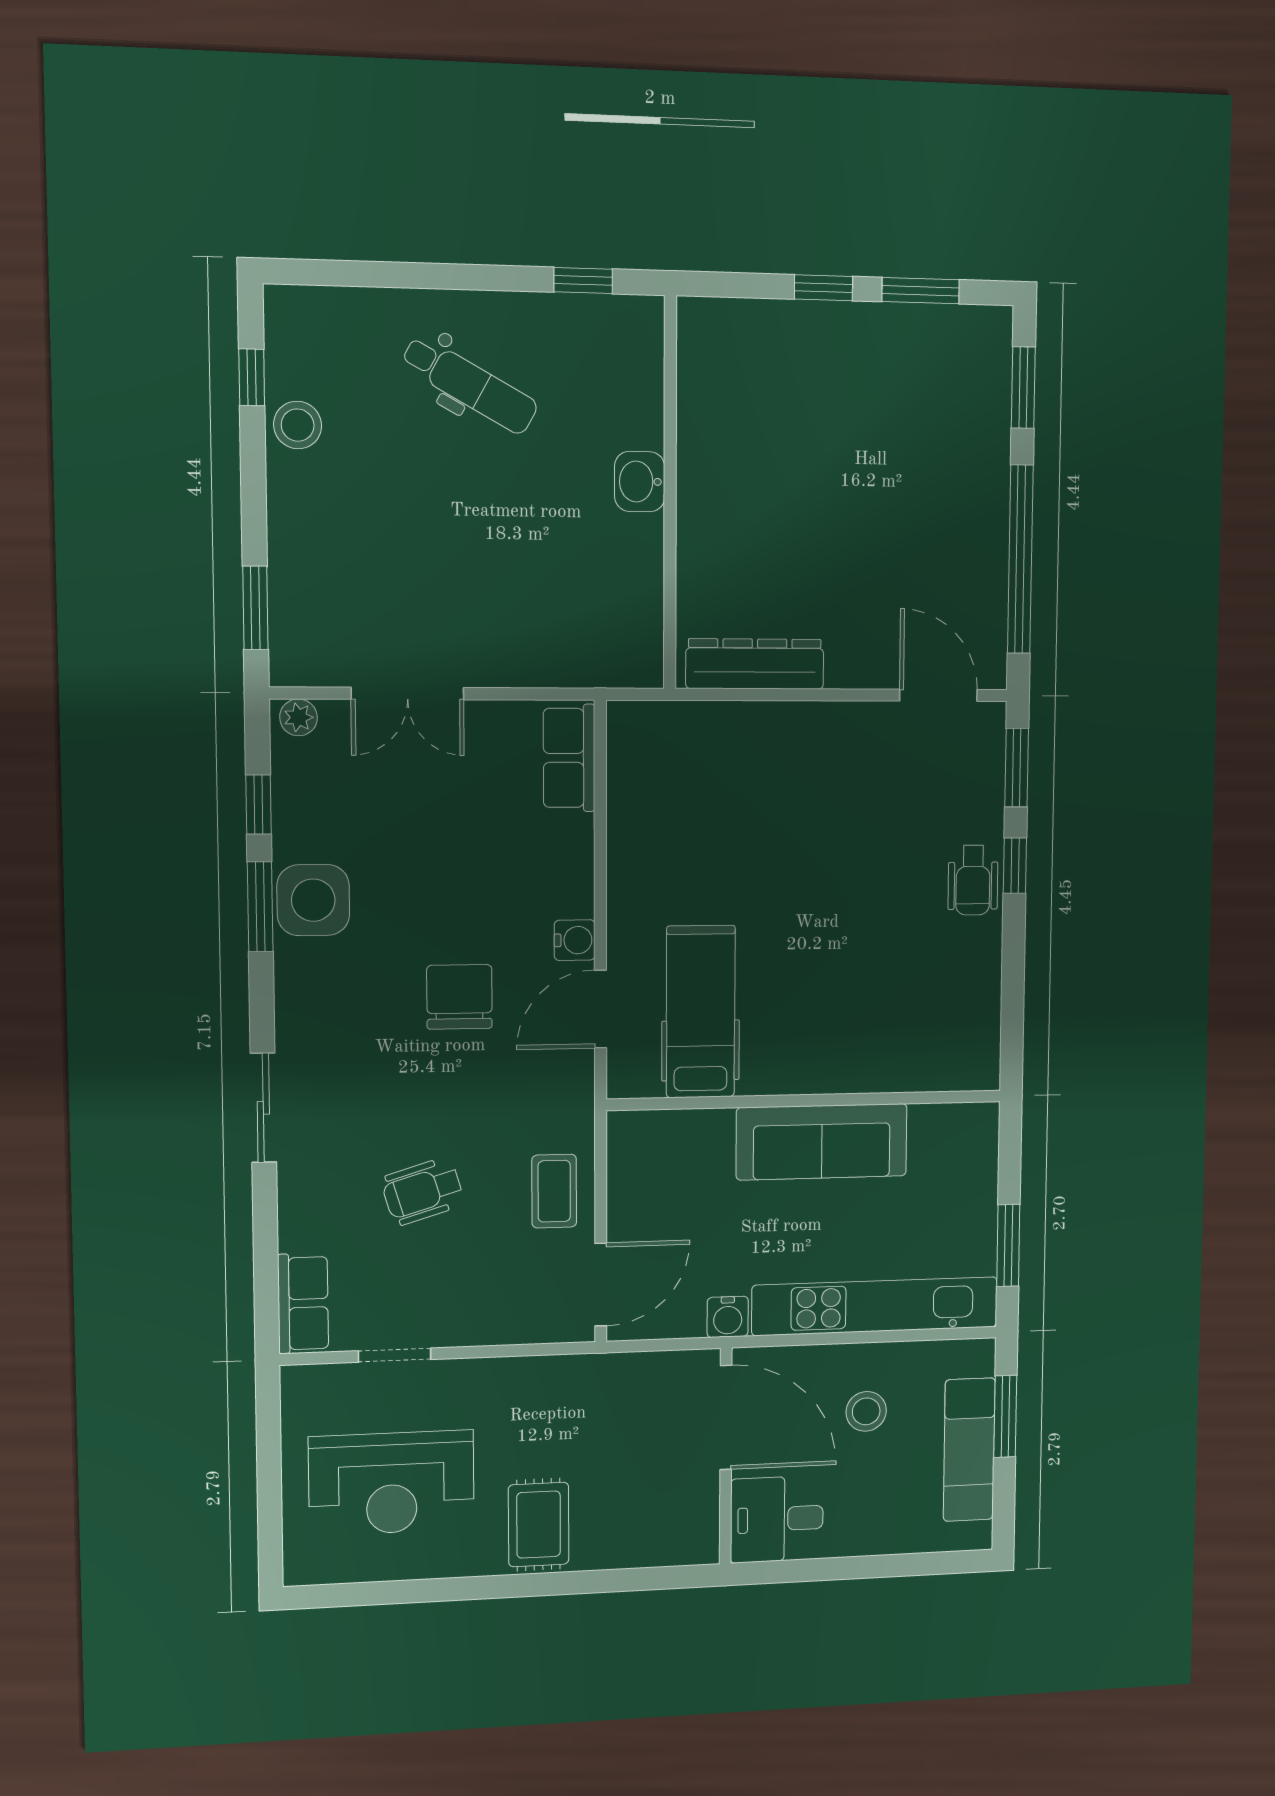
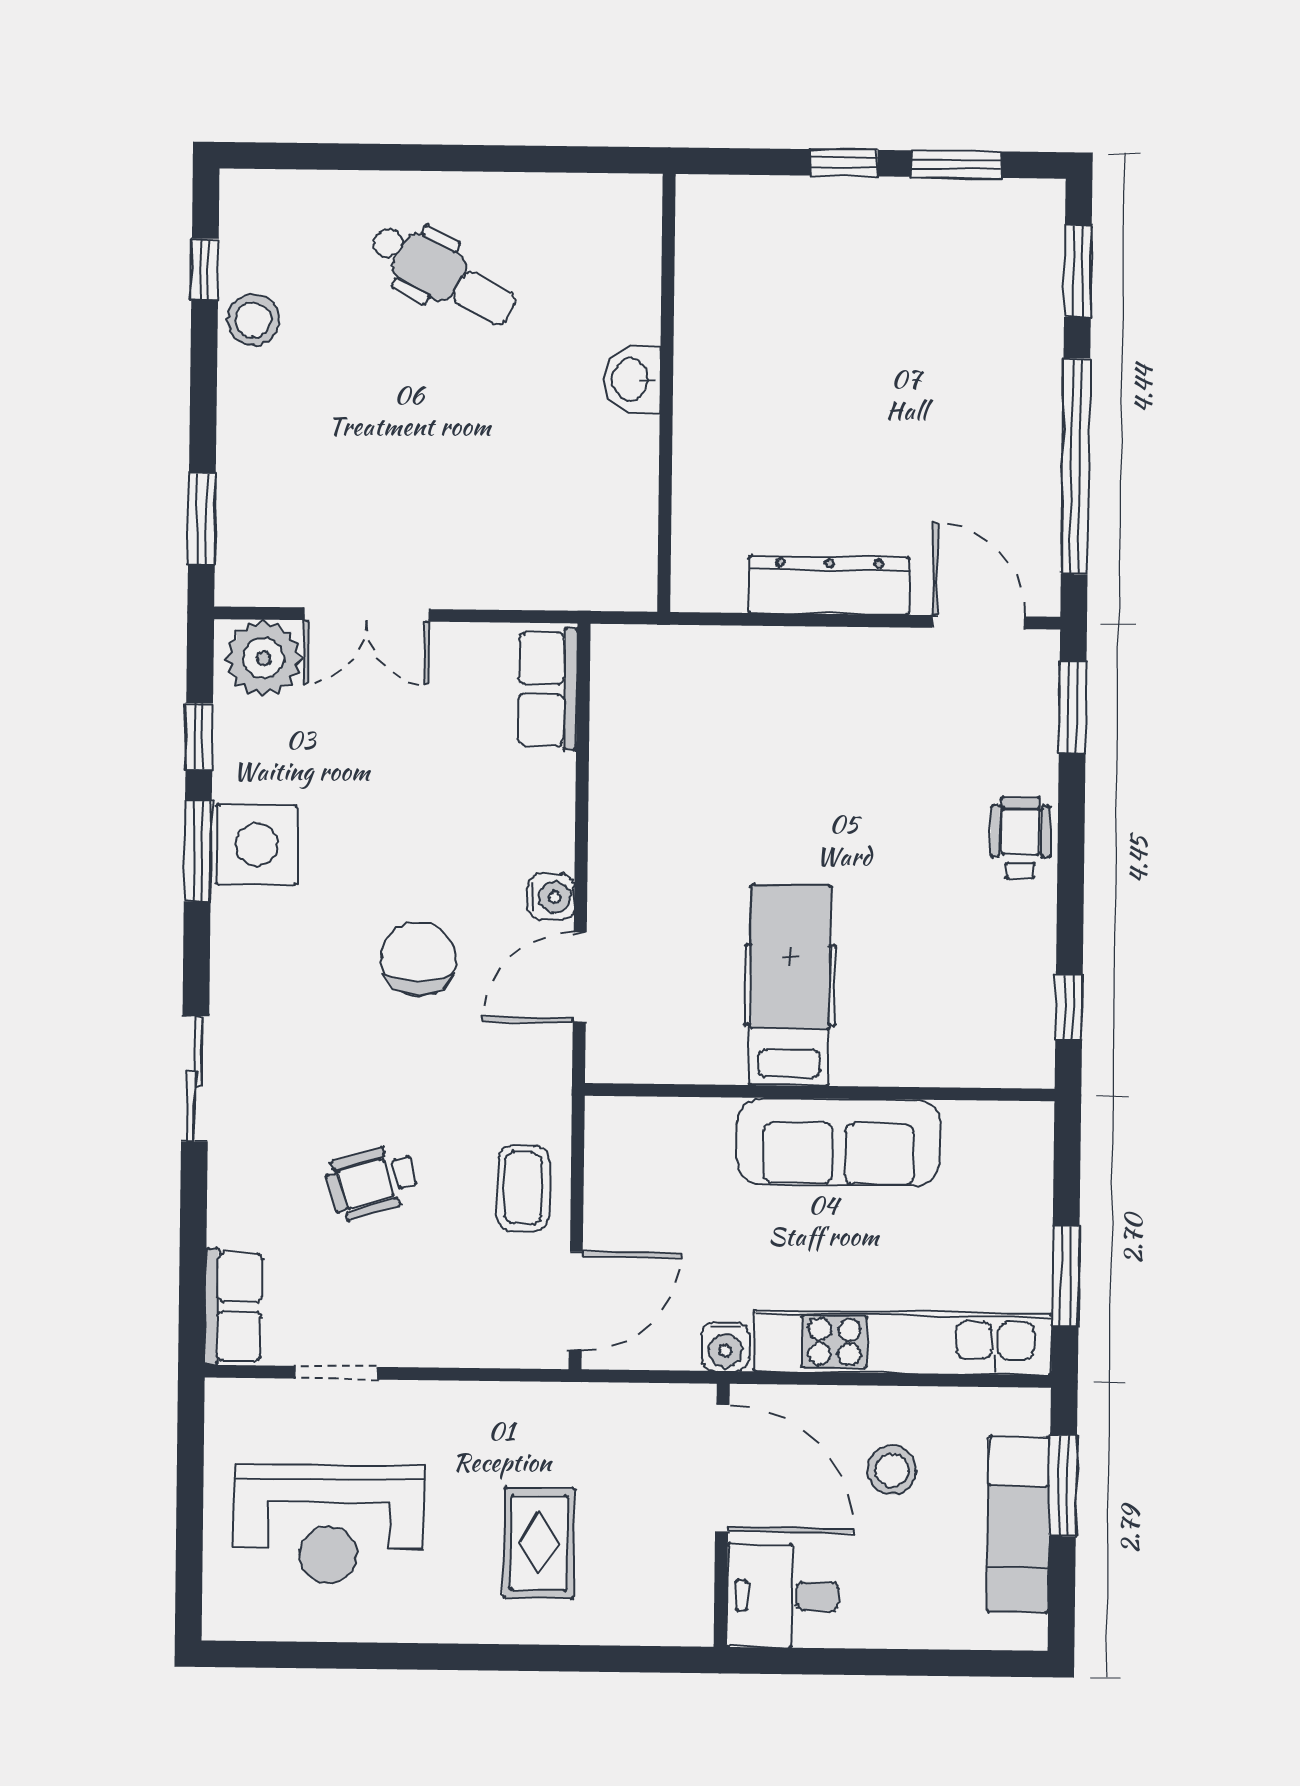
window: (583, 281) -> (571, 159), removed
dresser: (755, 664) -> (829, 585), moved
plant: (299, 717) -> (264, 658), width x1.88, depth x1.88
window: (1015, 866) -> (1069, 1007), moved
wheelchair: (973, 880) -> (1021, 838), turned 180
hospital bed: (701, 1012) -> (790, 985), moved
rug: (539, 1525) -> (539, 1543), moved

